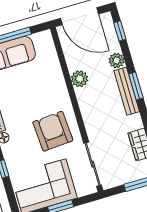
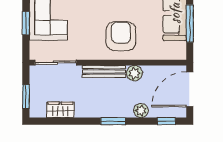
bench: (127, 91) -> (104, 71), moved
armchair: (53, 131) -> (121, 36), moved, turned -86

